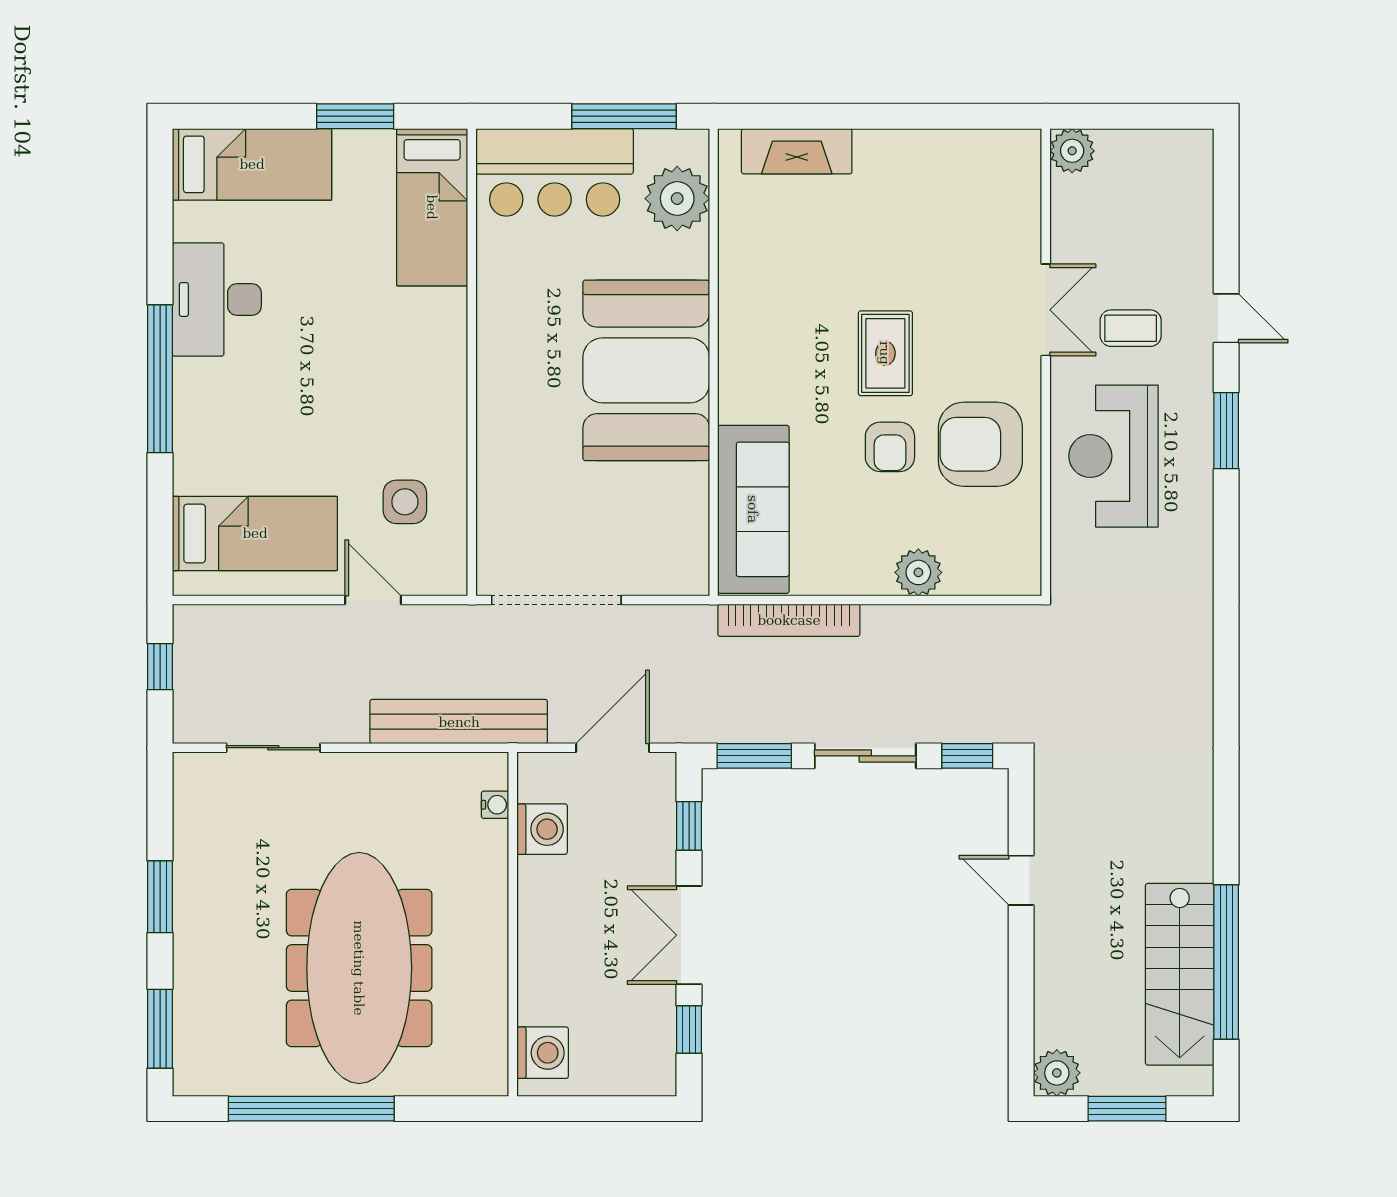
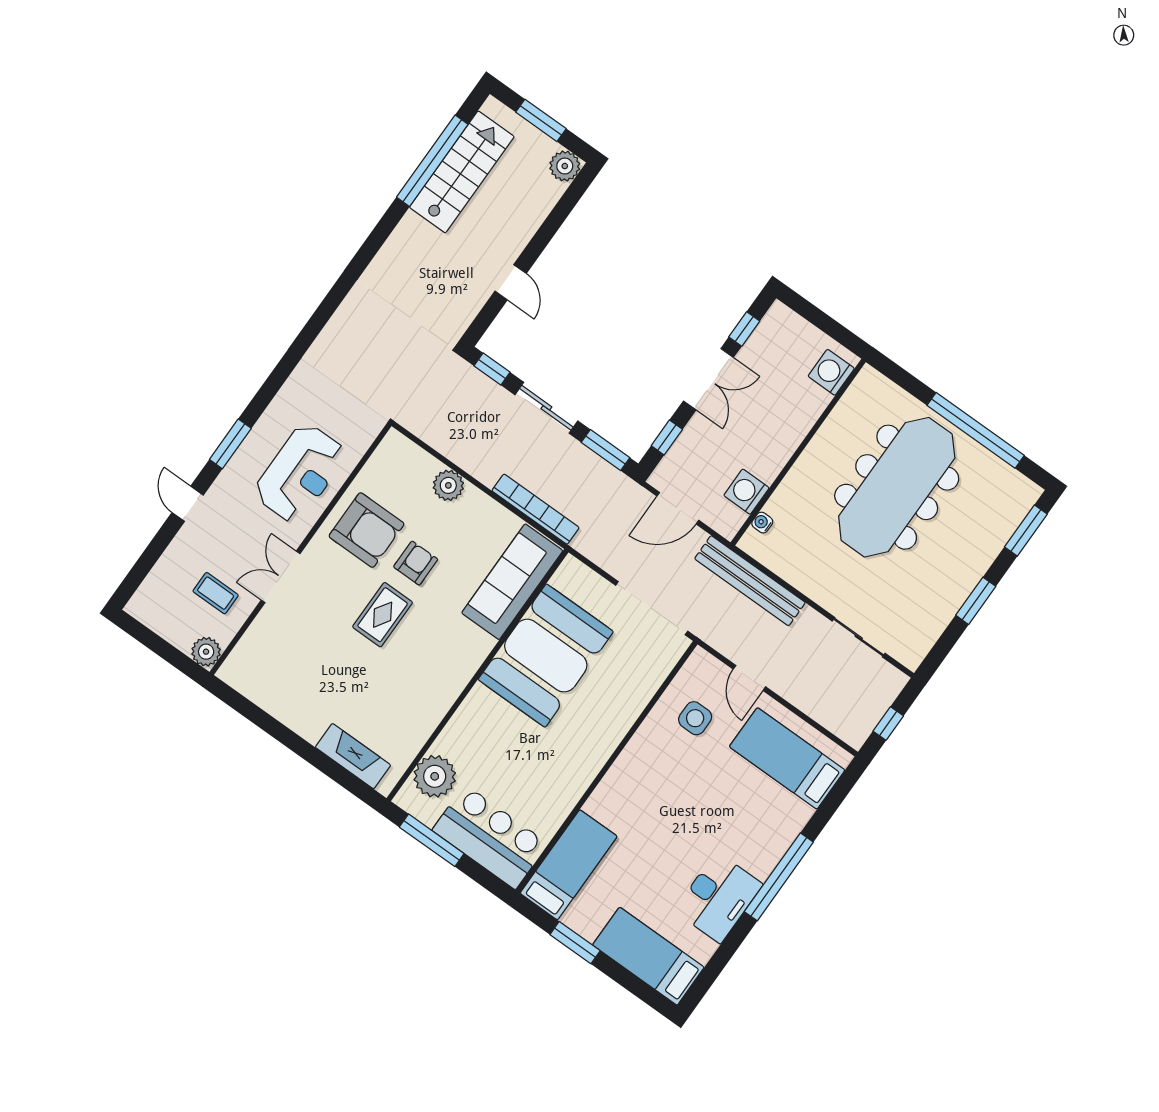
coffee table: (1131, 328) -> (216, 593), moved
booth: (646, 370) -> (546, 656), moved

